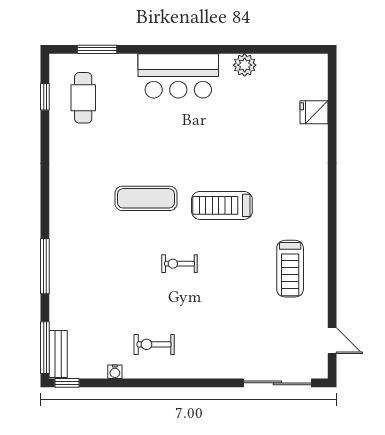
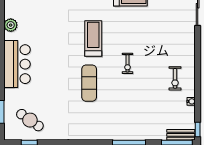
cafe table: (83, 98) -> (30, 120), turned 35
treadmill: (222, 205) -> (93, 38), turned 180

